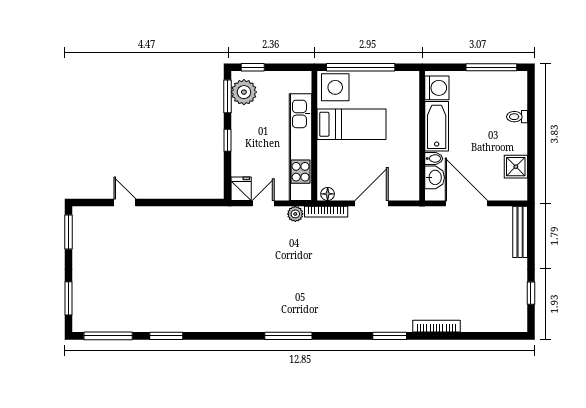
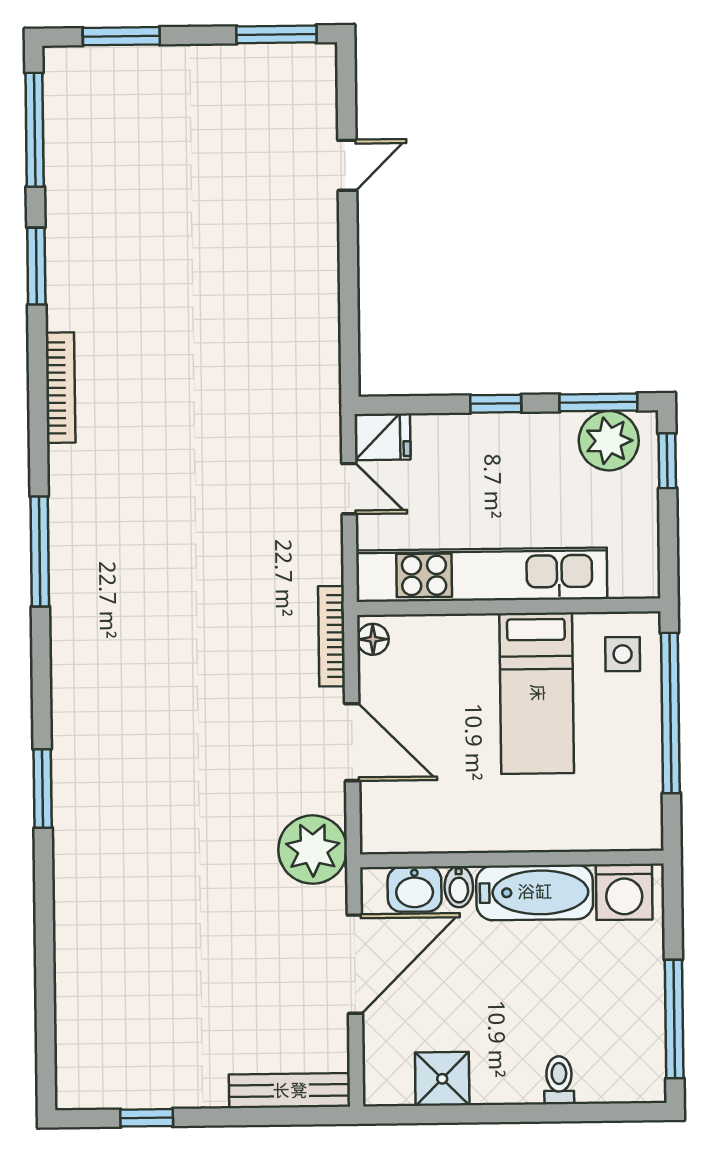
side table: (335, 87) -> (623, 654), width x0.54, depth x0.54
plant: (295, 214) -> (313, 850), moved, width x1.88, depth x1.88
bookcase: (436, 326) -> (60, 388), moved

